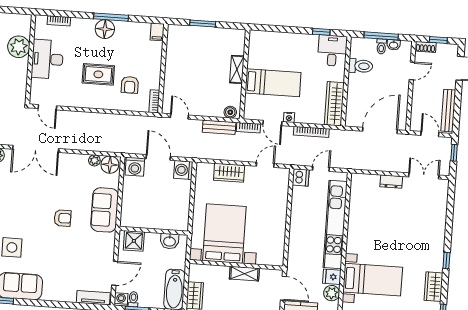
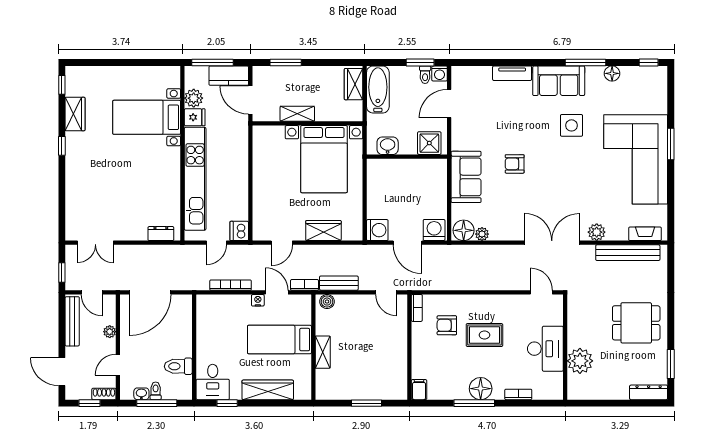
bookcase: (59, 21) -> (518, 394), moved
armchair: (130, 85) -> (447, 325), turned -90
plant: (417, 99) -> (110, 332), added
wardrobe: (334, 104) -> (268, 390), moved, turned -90
dresser: (391, 182) -> (161, 234), moved
tv unit: (93, 298) -> (512, 73), moved

